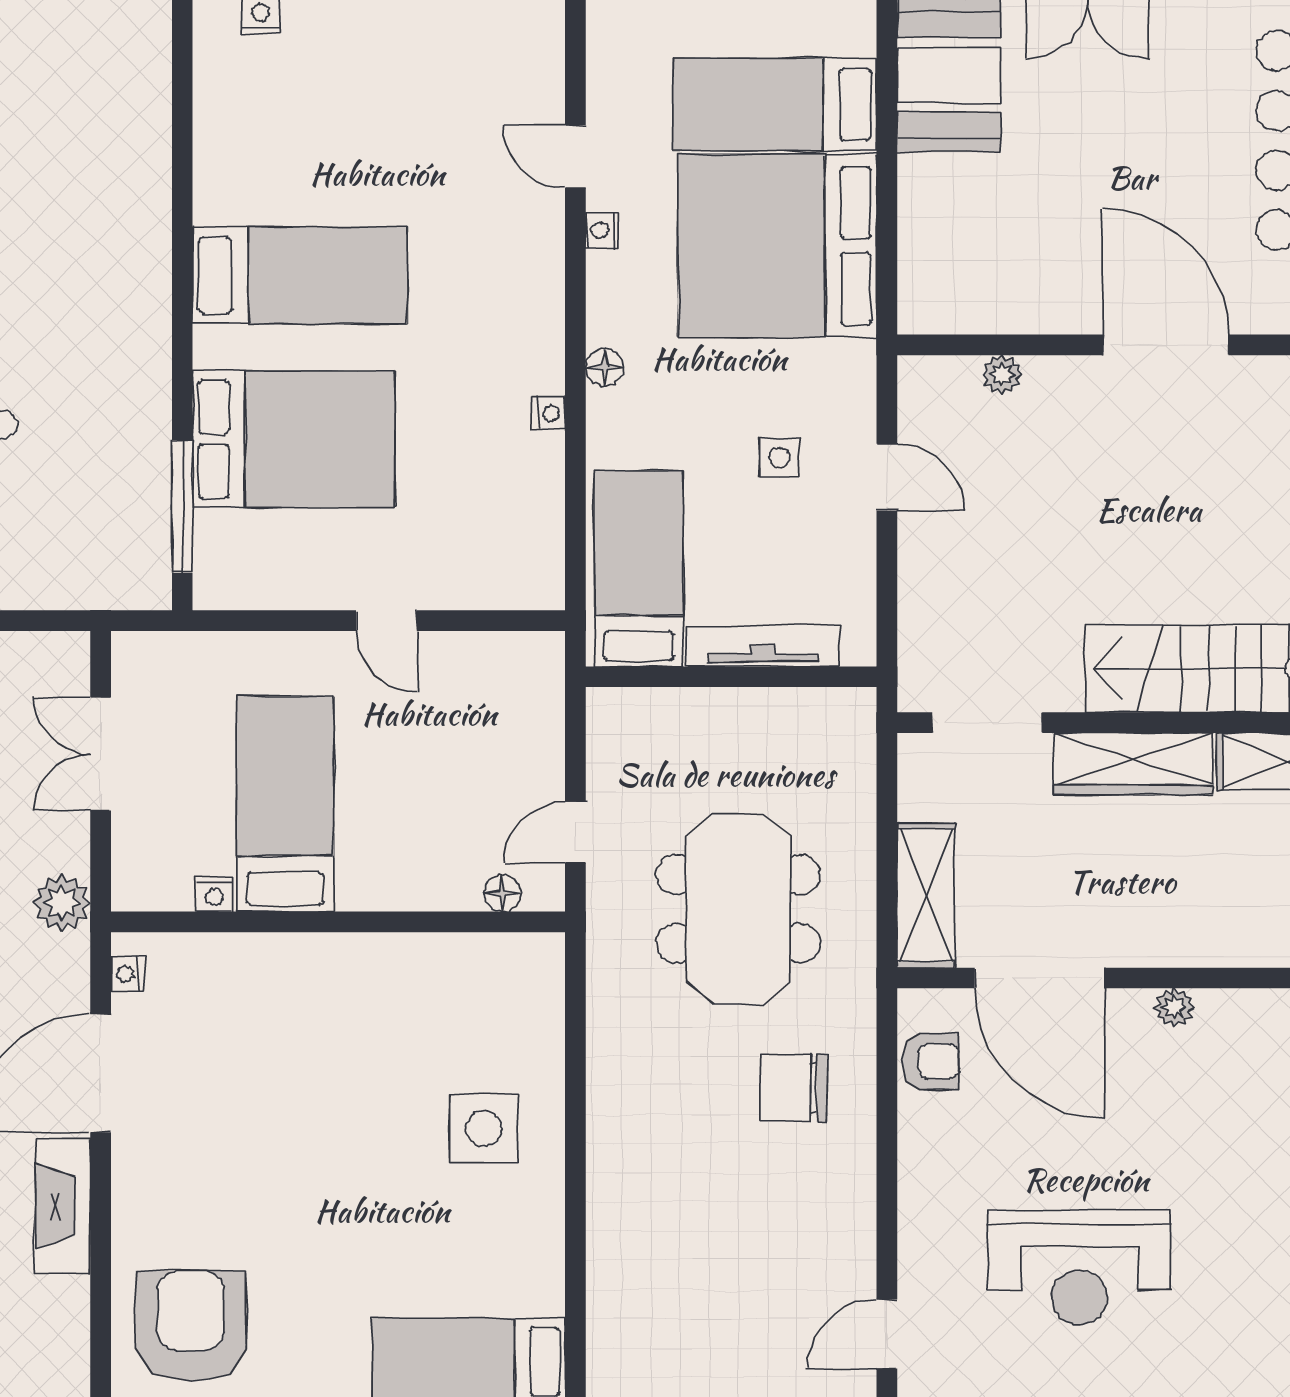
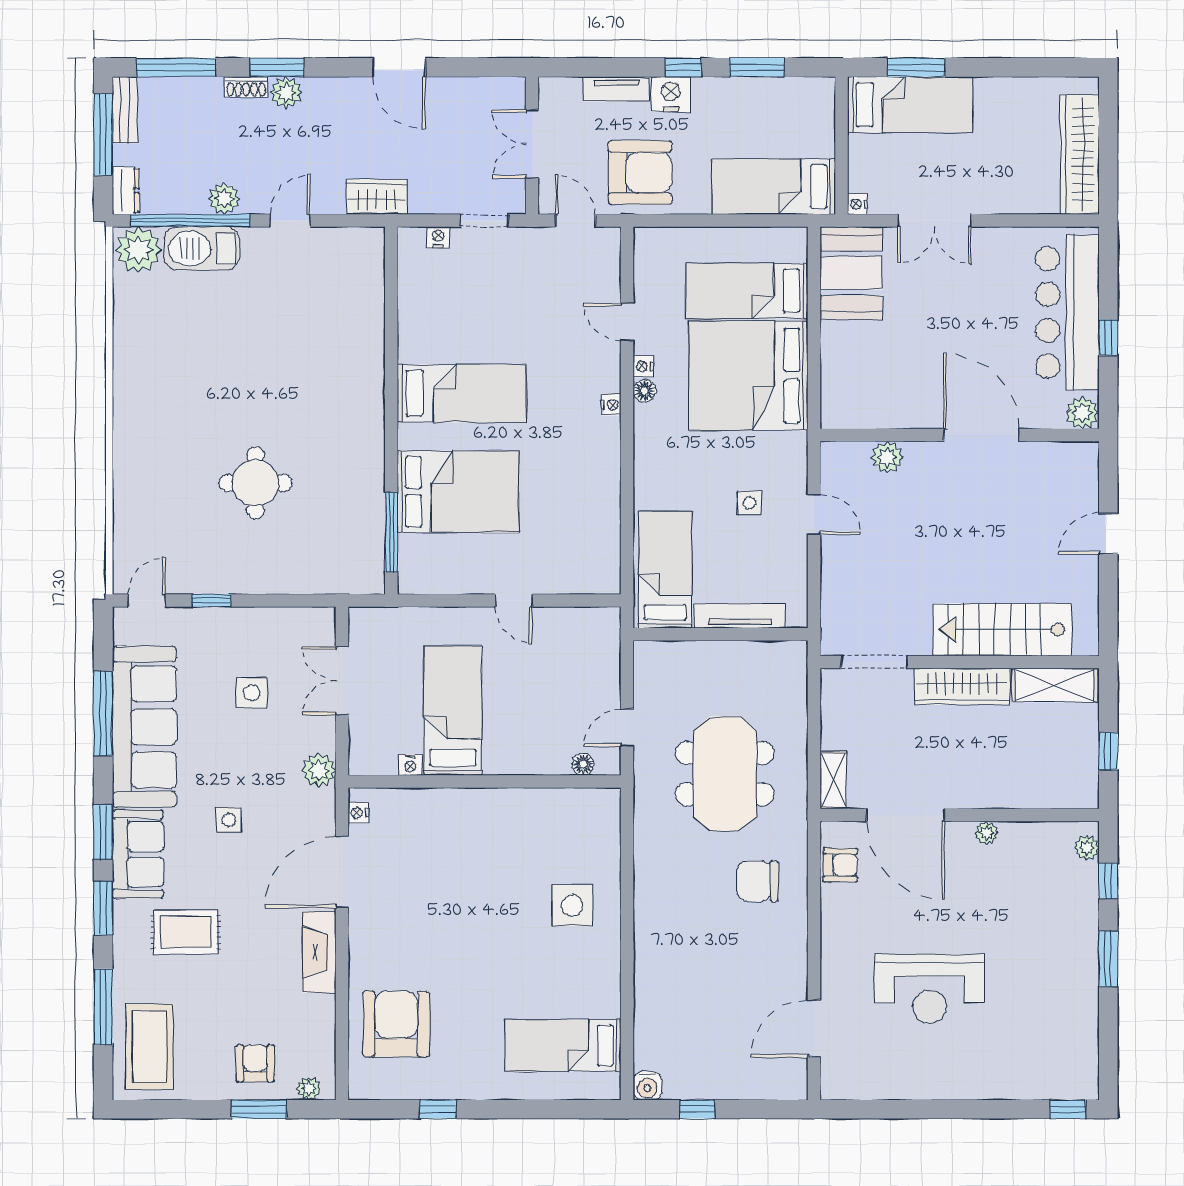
floor lamp: (605, 367) -> (645, 391), moved
plant: (1002, 375) -> (887, 457), width x1.38, depth x1.38
nightstand: (549, 413) -> (611, 405), moved
shelving: (926, 895) -> (833, 780), width x0.67, depth x0.75
door: (887, 1334) -> (814, 1029), width x1.37

